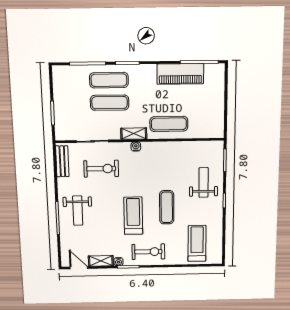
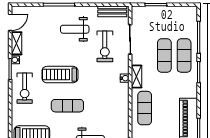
weight bench: (78, 211) -> (75, 29), moved
treadmill: (133, 216) -> (60, 75), turned 180

